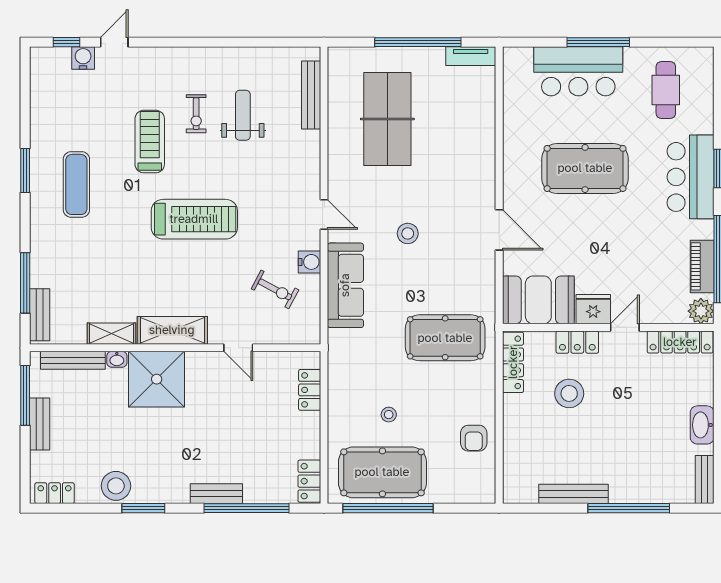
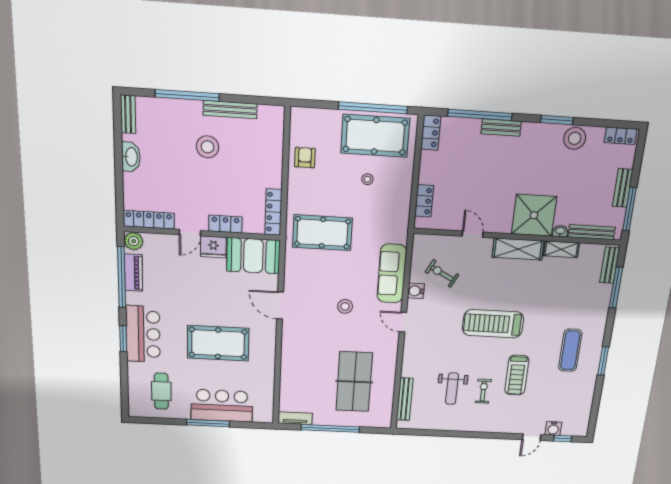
stool: (569, 393) -> (207, 147), moved

